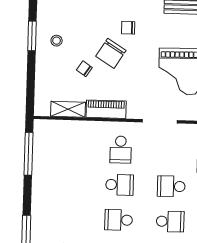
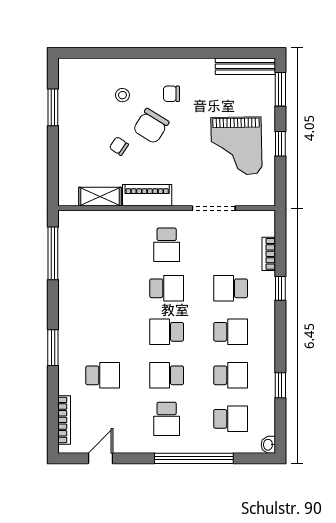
stool: (57, 41) -> (122, 95), moved

